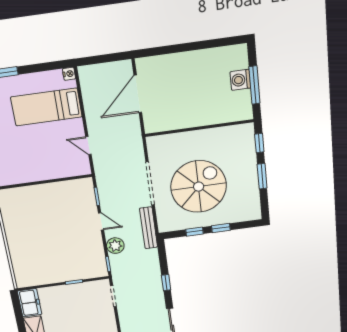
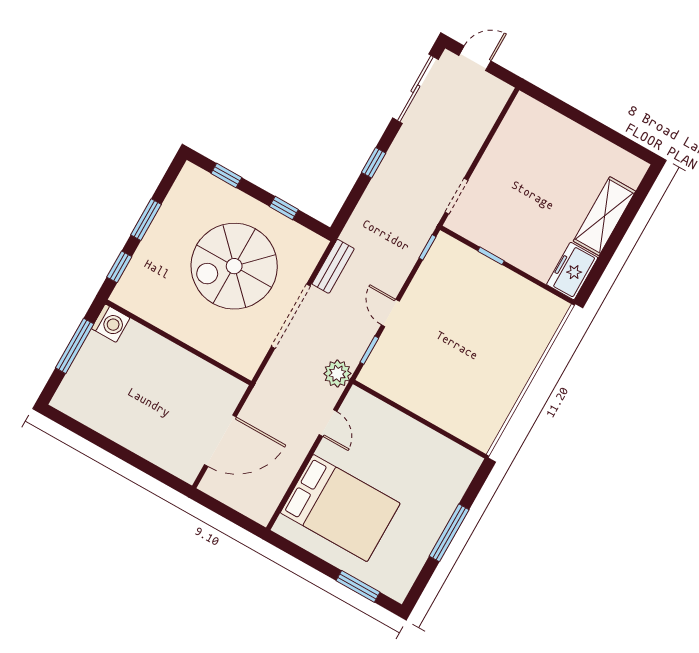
nightstand: (69, 74) -> (282, 526), removed
washing machine: (240, 80) -> (111, 323), moved
bed: (46, 107) -> (340, 508), width x1.50
bench: (149, 228) -> (333, 266), width x0.73
window: (221, 228) -> (226, 176), moved
plant: (115, 246) -> (337, 374), moved

